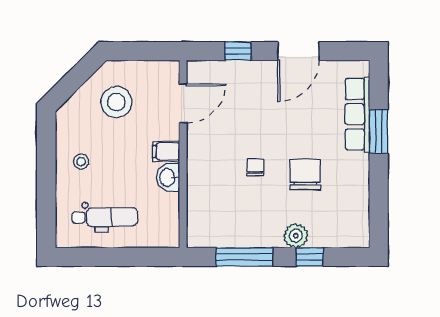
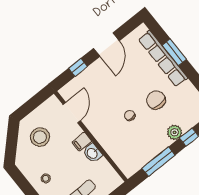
row of seats: (357, 114) -> (163, 59), width x1.36

